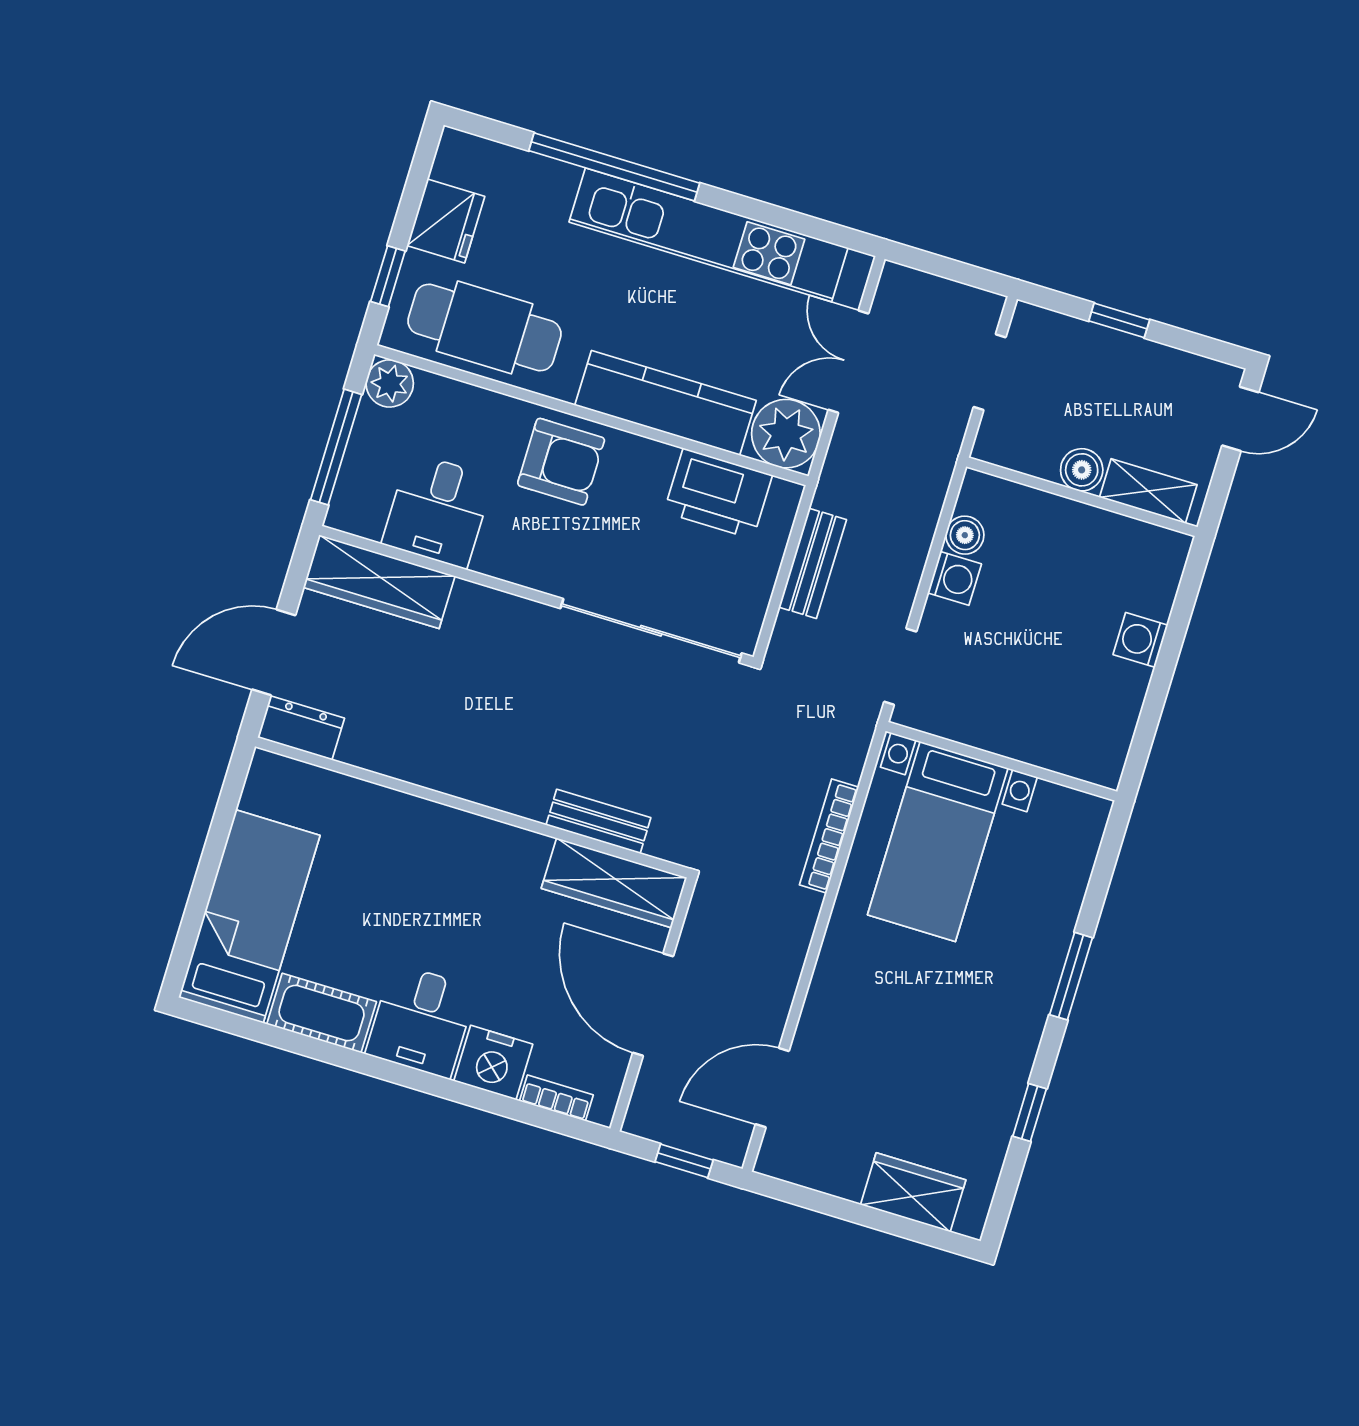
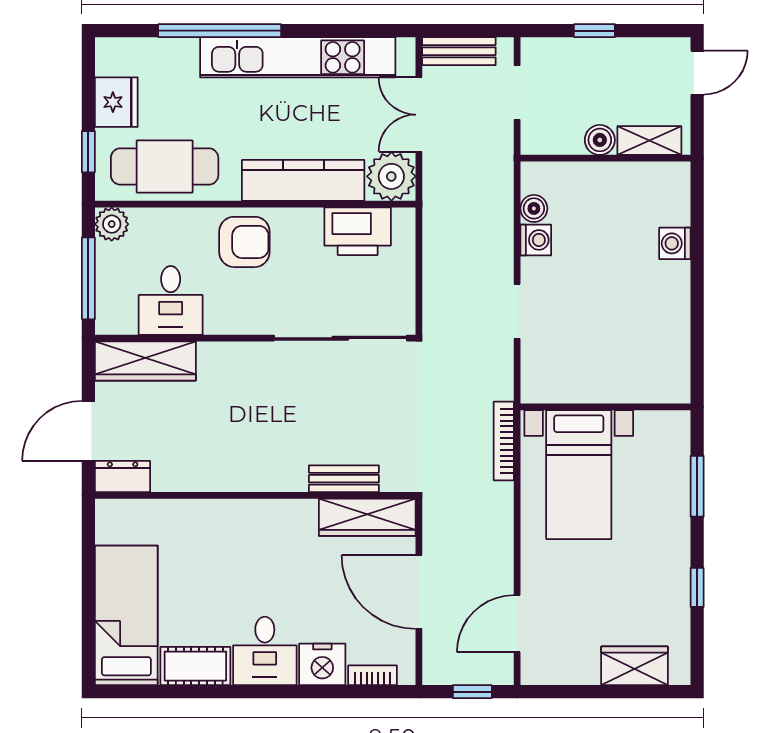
bench: (813, 563) -> (459, 51), moved, turned 90
wall: (1001, 761) -> (605, 407), moved
bed with nightstands: (938, 842) -> (579, 475), moved

